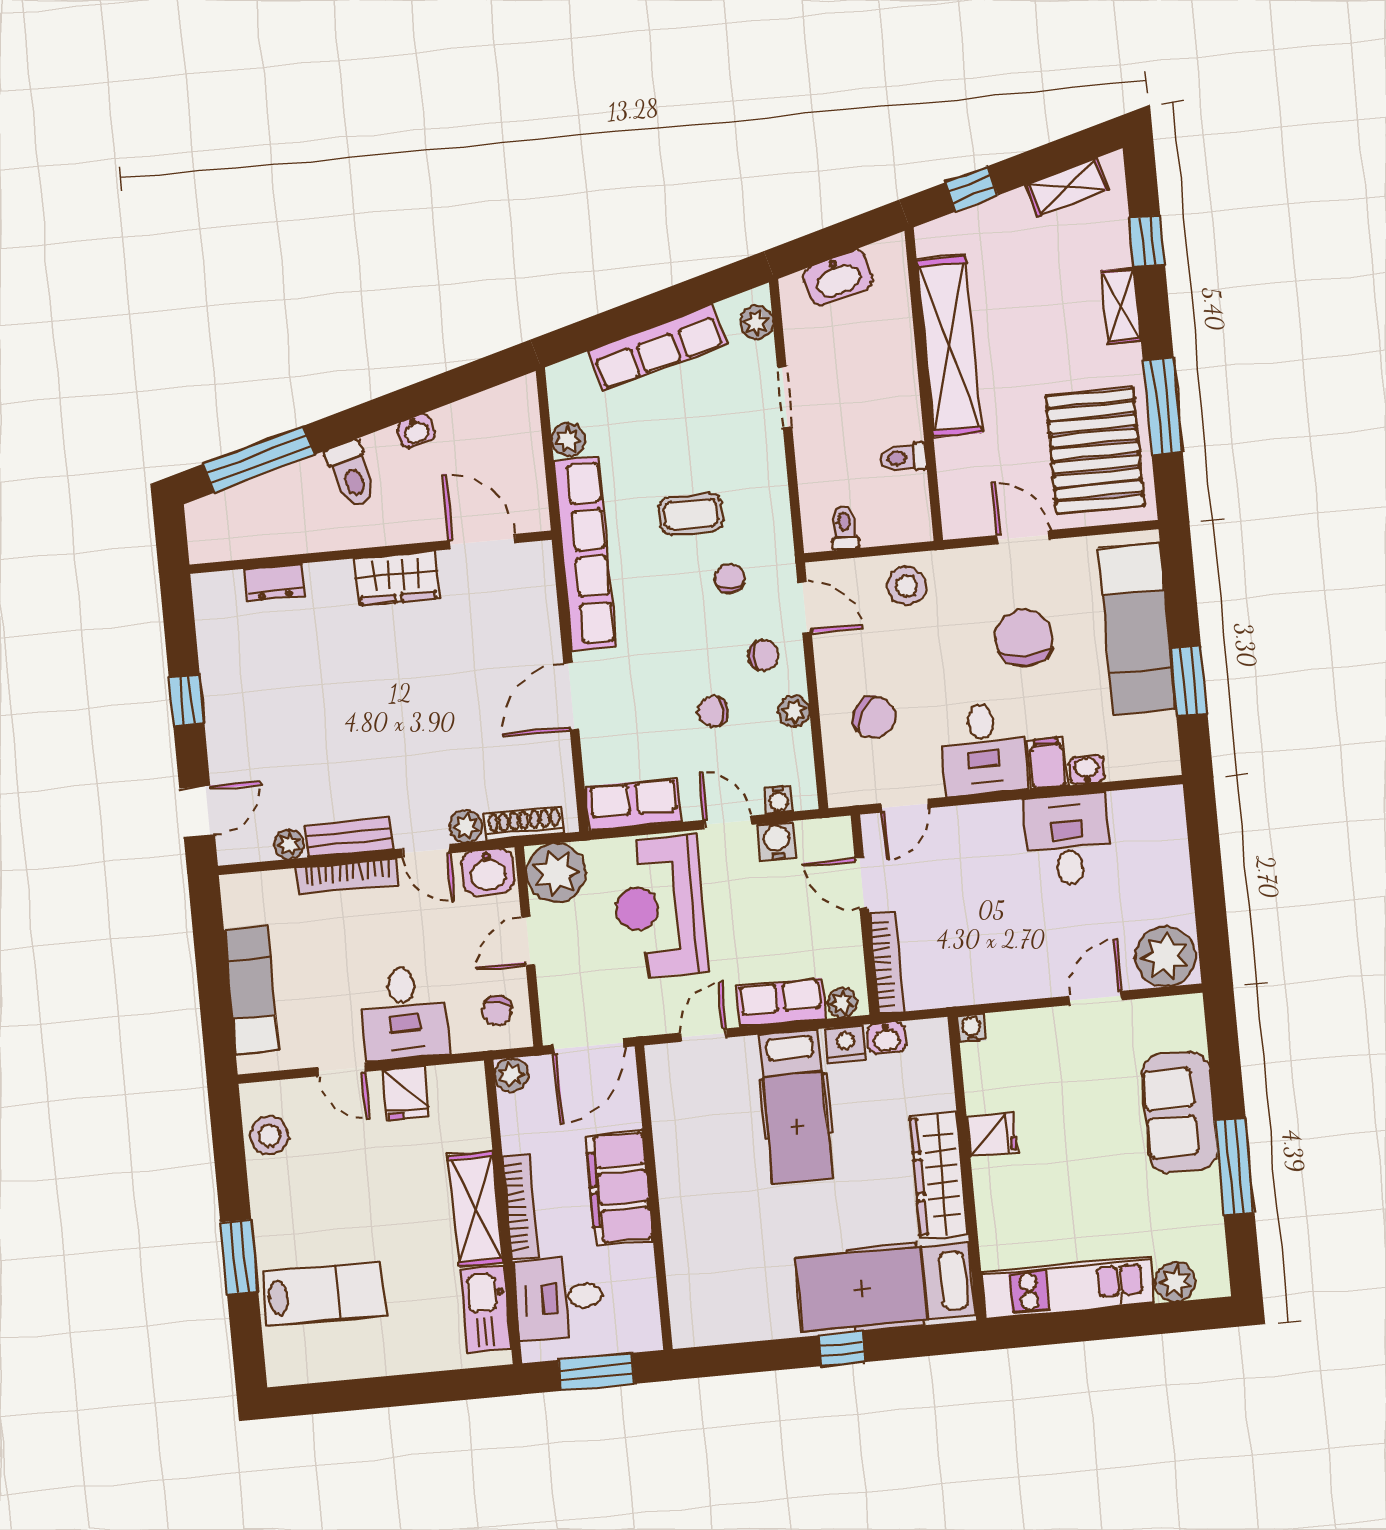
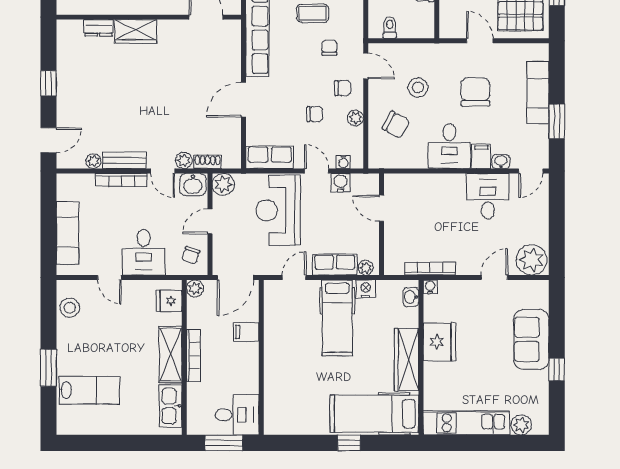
wardrobe: (397, 578) -> (136, 32), moved
stool: (907, 586) -> (418, 87), moved
exam couch: (1137, 629) -> (538, 93), width x0.73, depth x0.69
chair: (713, 711) -> (315, 114), turned 180
door: (905, 806) -> (531, 171), moved
shoe rack: (524, 824) -> (208, 162), width x0.70
plant: (556, 873) -> (223, 184), width x0.73, depth x0.73
bookcase: (887, 963) -> (430, 269), moved, turned -90
washbasin: (886, 1038) -> (411, 297), moved, turned 90
fridge: (405, 1093) -> (169, 301), moved, turned 90
fridge: (992, 1135) -> (440, 342), width x1.88, depth x1.34
window: (1235, 1166) -> (557, 369), width x0.46
filing cabinet: (619, 1188) -> (246, 332), width x0.33, depth x0.86
desk: (559, 1298) -> (237, 415), moved, turned 180

